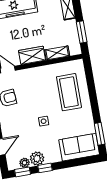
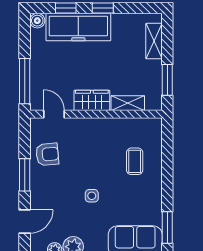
coffee table: (69, 92) -> (135, 161), width x0.54, depth x0.58

